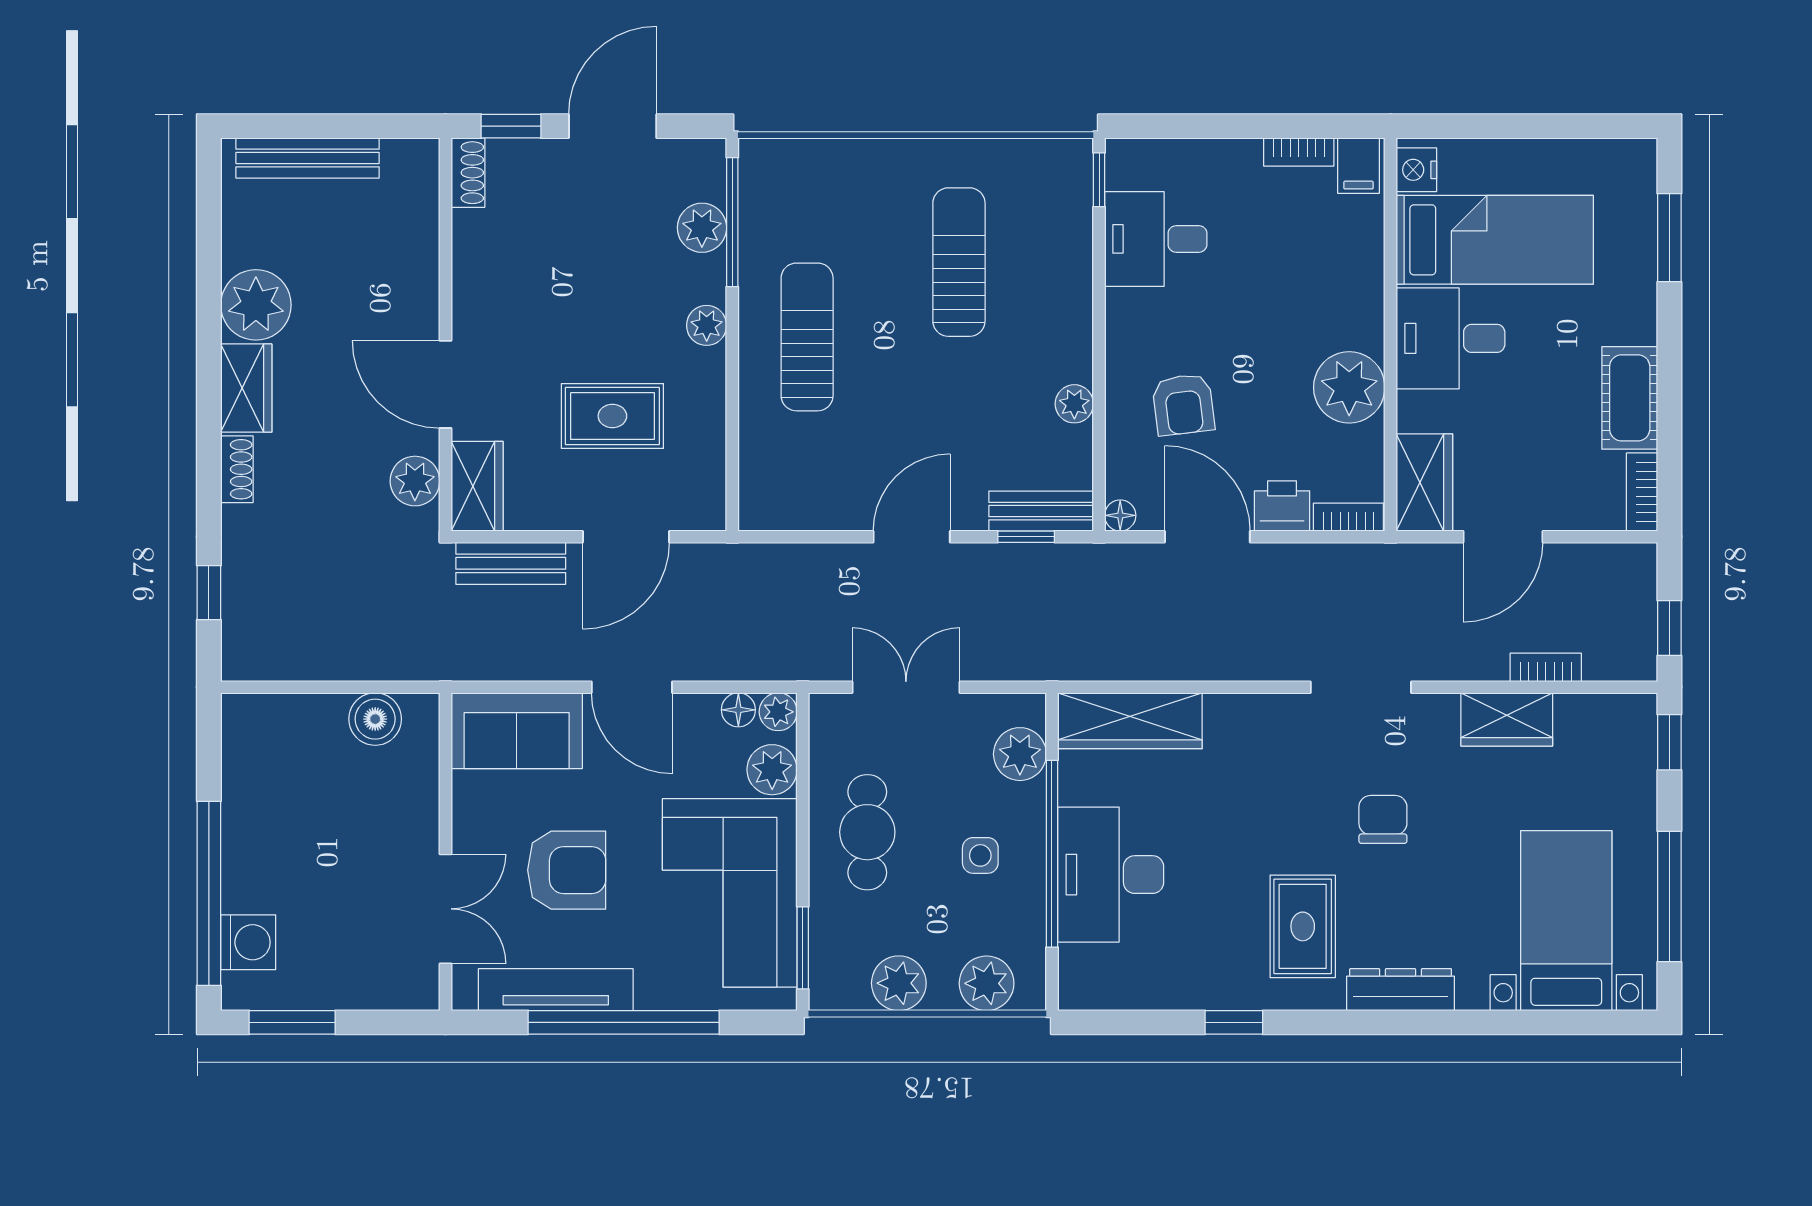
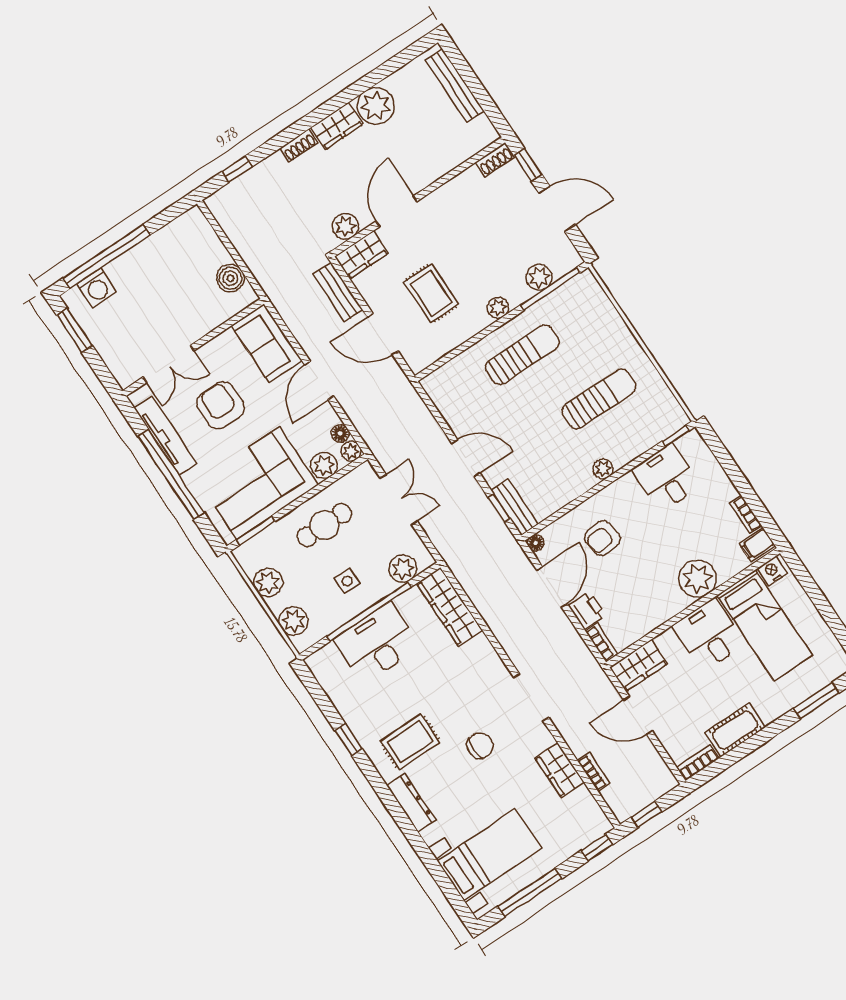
plant: (1349, 387) -> (698, 579), moved
plant: (1074, 404) -> (603, 469), moved
armchair: (567, 870) -> (221, 405), turned 180

